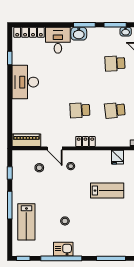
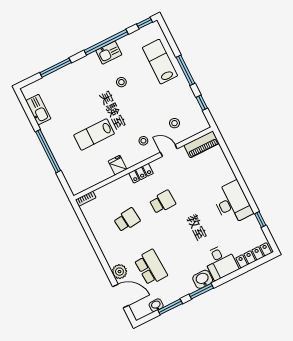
school desk: (115, 63) -> (151, 267), width x1.85
fridge: (117, 157) -> (118, 165), moved

